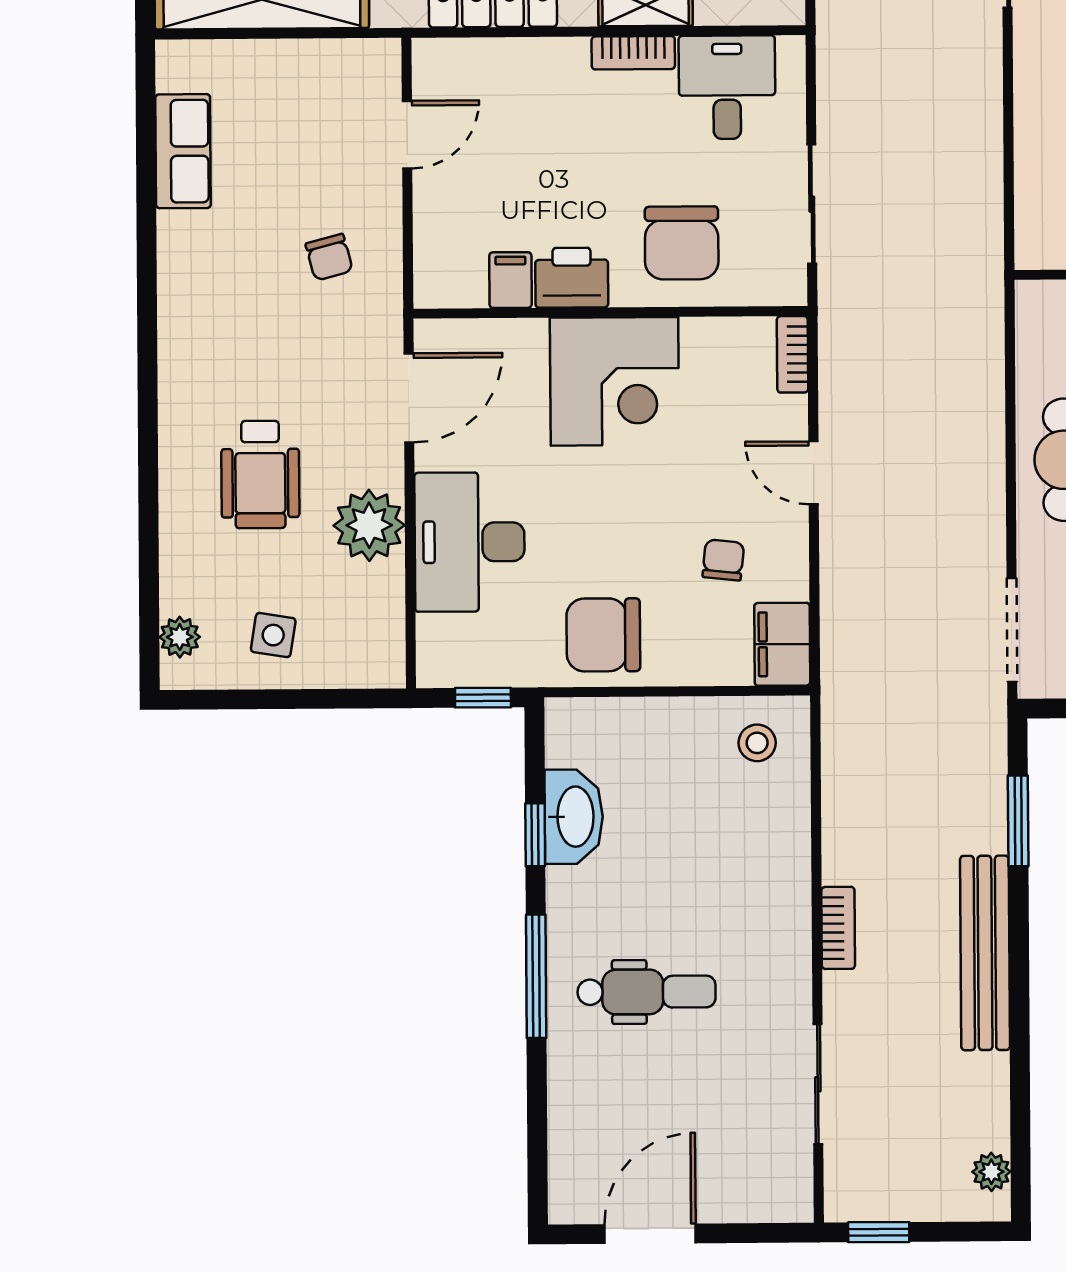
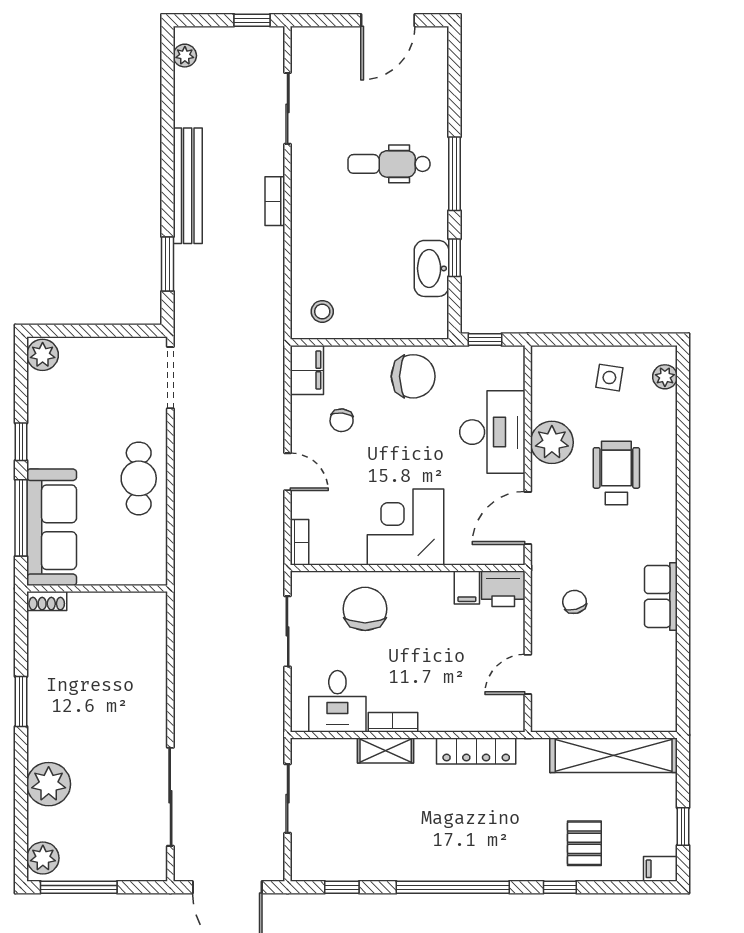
row of seats: (183, 151) -> (661, 596), moved
printer: (572, 278) -> (503, 589), moved

